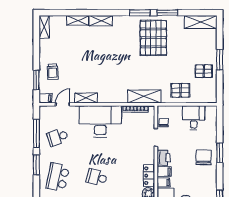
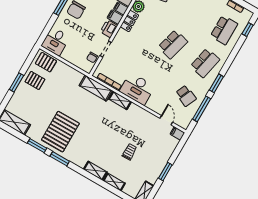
trolley: (53, 72) -> (130, 152), moved
window: (36, 80) -> (165, 172), moved
pallet: (180, 90) -> (46, 62), moved
shelving: (86, 98) -> (120, 100), moved
door: (63, 104) -> (166, 120), swing flipped
desk: (194, 118) -> (56, 41), moved
desk: (100, 121) -> (137, 89), width x0.73, depth x0.77
school desk: (58, 137) -> (186, 96), turned 42
school desk: (97, 177) -> (173, 44), width x1.85

